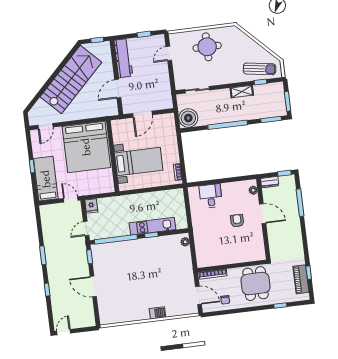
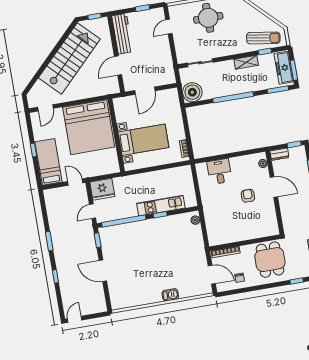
freezer: (278, 99) -> (284, 68), added
fridge: (91, 206) -> (102, 189), width x1.88, depth x1.34

